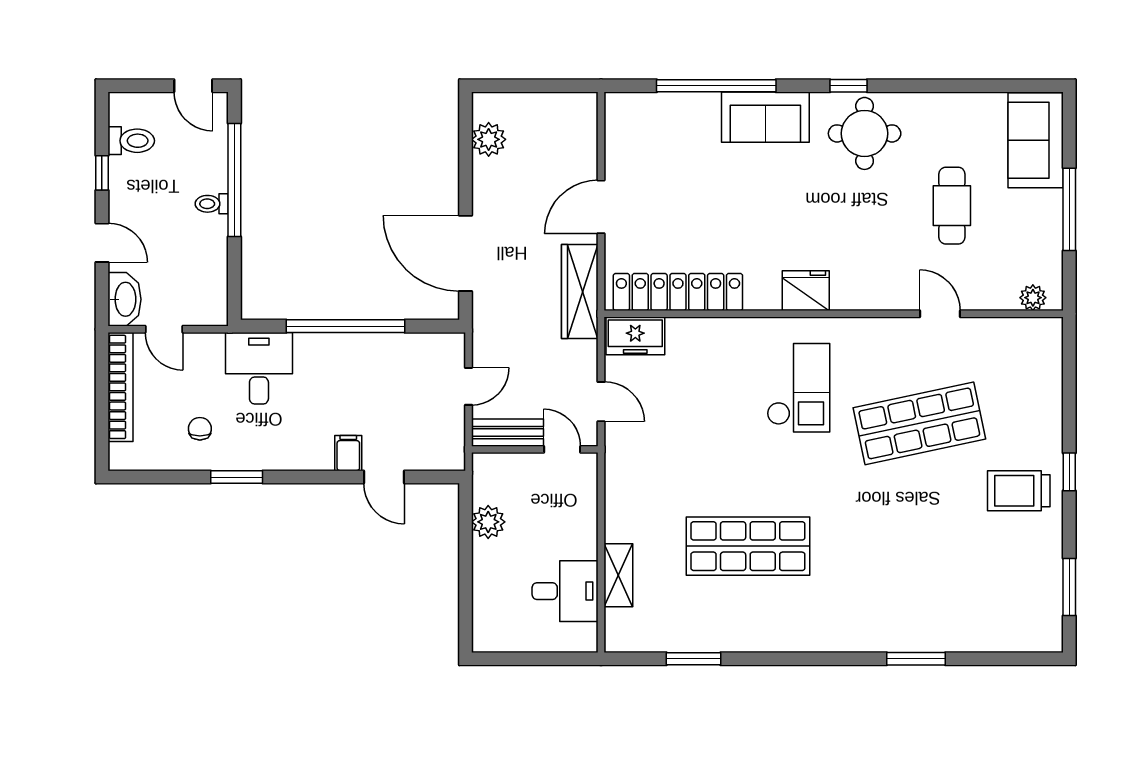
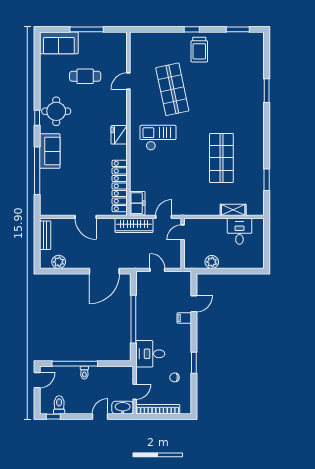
window: (102, 173) -> (53, 417), moved
wardrobe: (580, 292) -> (134, 225), moved
plant: (1033, 298) -> (122, 44), removed
bench: (508, 433) -> (45, 235), moved

